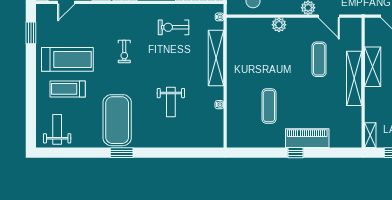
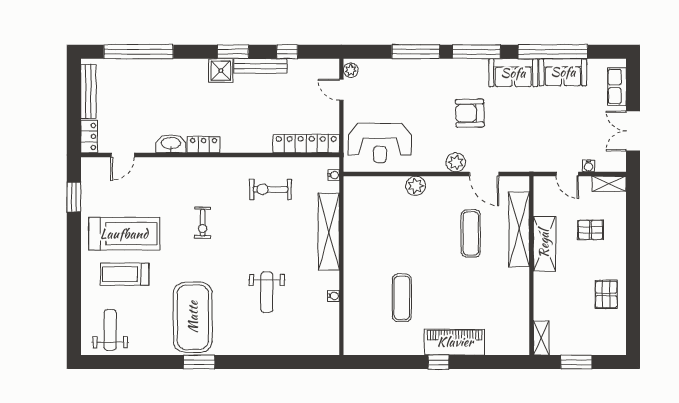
shelving: (354, 78) -> (519, 229), moved

